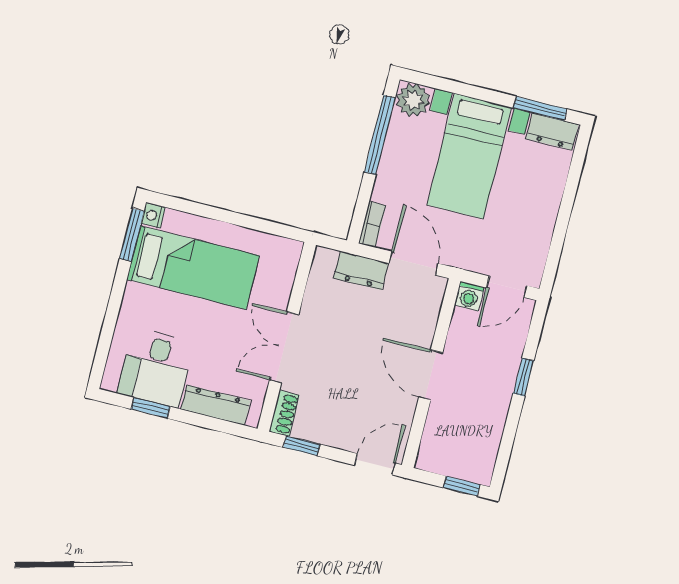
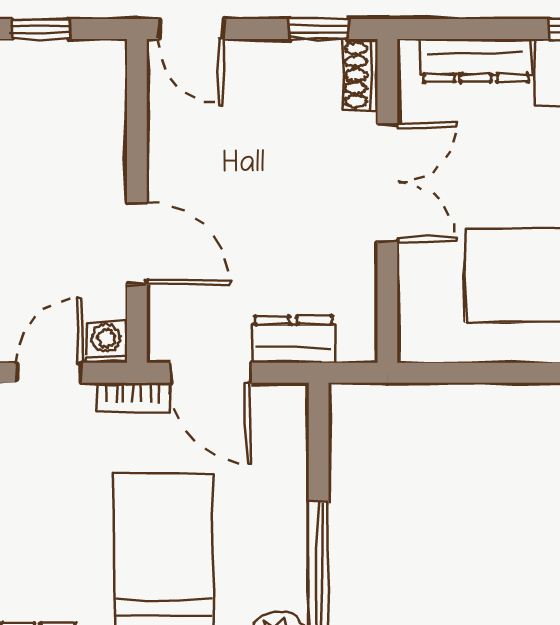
bookcase: (372, 224) -> (133, 397), moved, turned -90
door: (431, 375) -> (137, 243), moved
door: (375, 464) -> (191, 29), hinge flipped

